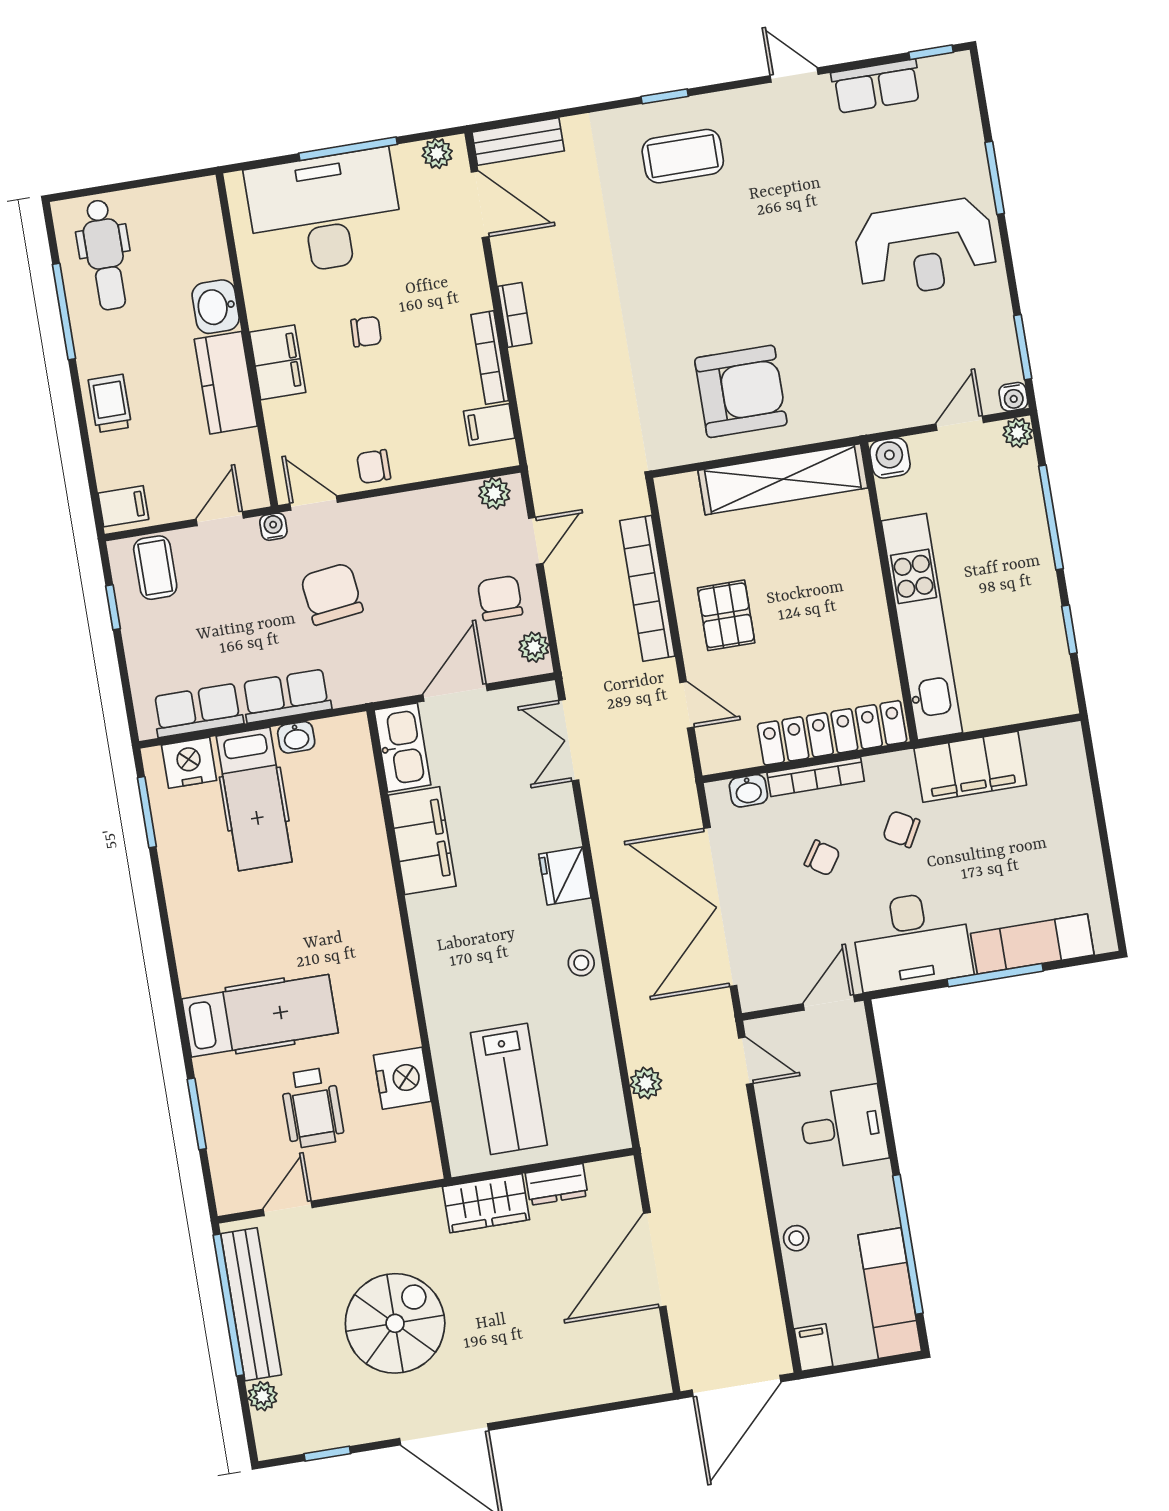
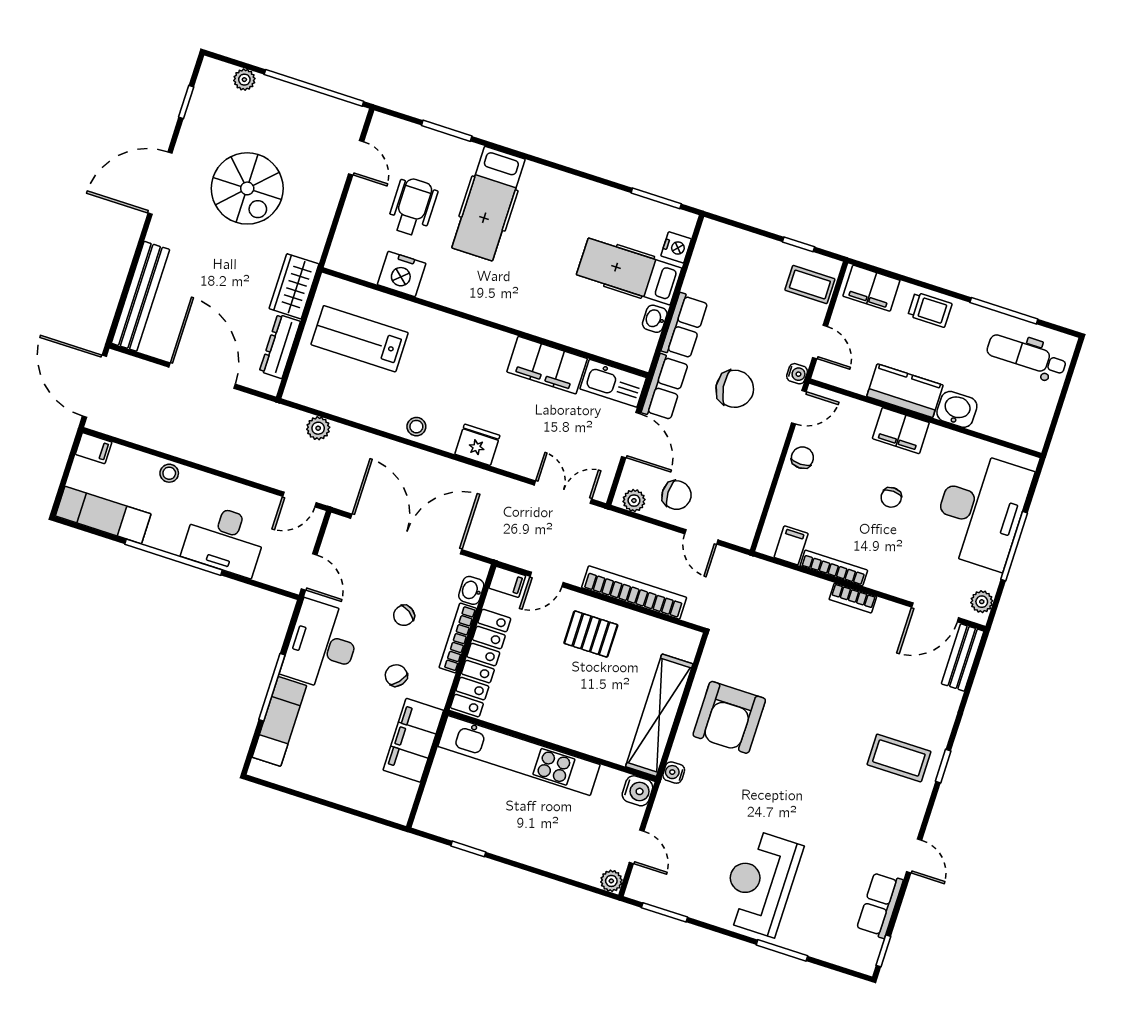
door: (794, 75) -> (914, 856), hinge flipped
coffee table: (683, 156) -> (899, 758), turned 90
water cooler: (1013, 397) -> (674, 773), moved
plant: (494, 493) -> (745, 526), removed
filing cabinet: (123, 506) -> (871, 288), width x2.00
window: (1051, 517) -> (546, 874), removed
row of seats: (198, 710) -> (665, 388), moved
filing cabinet: (715, 752) -> (507, 582), added
nightstand: (189, 763) -> (676, 247), width x0.74, depth x0.75
chair: (901, 829) -> (396, 675), turned -80
wheelchair: (312, 1108) -> (413, 207), turned 90
desk: (843, 1127) -> (225, 540), width x1.37
dresser: (557, 1184) -> (280, 346), width x1.44
window: (908, 1244) -> (173, 557), moved
bench: (251, 1304) -> (140, 296), moved, turned 90

